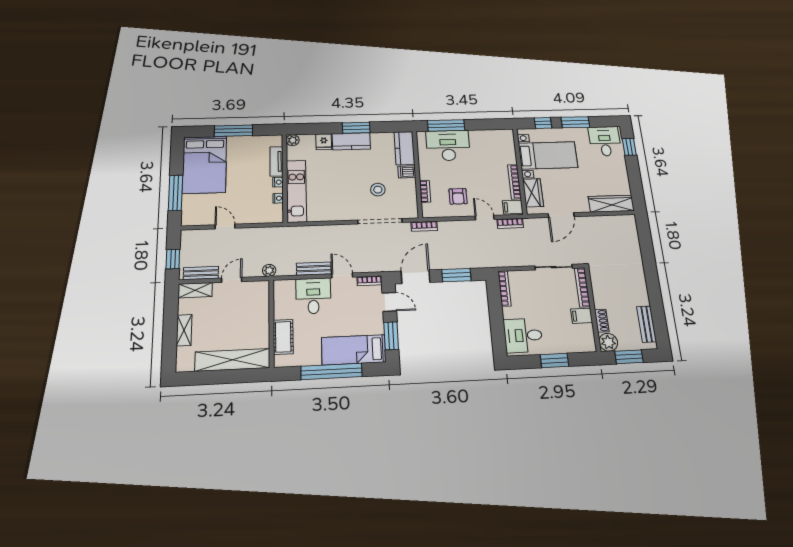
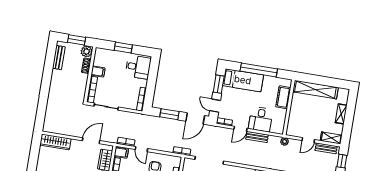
door: (342, 275) -> (240, 129), hinge flipped

